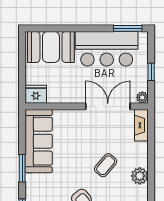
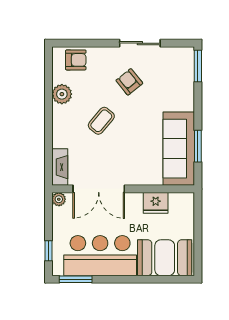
window: (151, 72) -> (49, 251), moved
fridge: (36, 94) -> (156, 203), moved
window: (22, 168) -> (198, 146), moved
plant: (140, 176) -> (62, 94), moved

